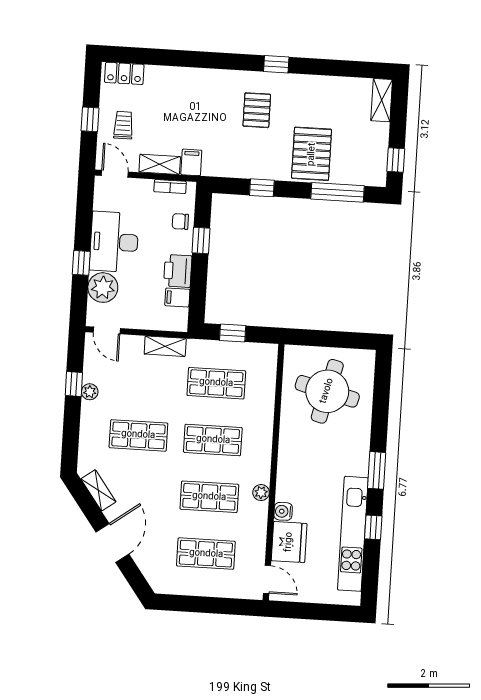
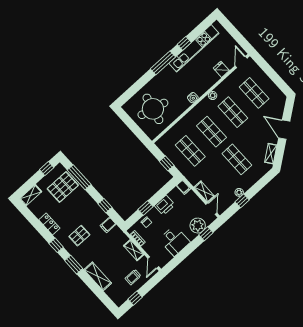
window: (225, 61) -> (74, 265), added
locker: (124, 73) -> (49, 224), moved
shelving: (174, 78) -> (98, 276), added
window: (90, 119) -> (135, 298), moved
pallet: (312, 154) -> (63, 187), moved
filing cabinet: (191, 162) -> (108, 225), moved
desk: (114, 242) -> (174, 241), width x0.73
window: (81, 263) -> (206, 234), moved
filing cabinet: (177, 298) -> (184, 187), moved
shelving: (165, 346) -> (204, 192), moved
window: (377, 470) -> (163, 63), width x1.44
water cooler: (283, 511) -> (193, 98), moved
fridge: (289, 542) -> (221, 69), width x0.53, depth x0.75
door: (112, 543) -> (284, 130), hinge flipped

